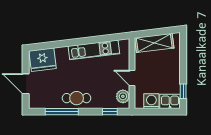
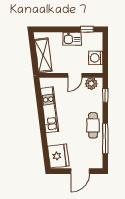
kitchen sink: (170, 101) -> (72, 39), moved, turned -90

